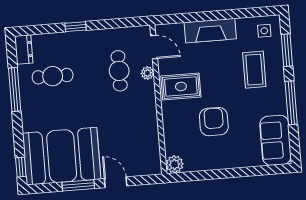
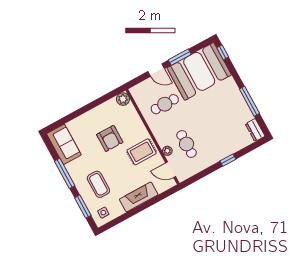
cafe table: (53, 76) -> (165, 104), moved

